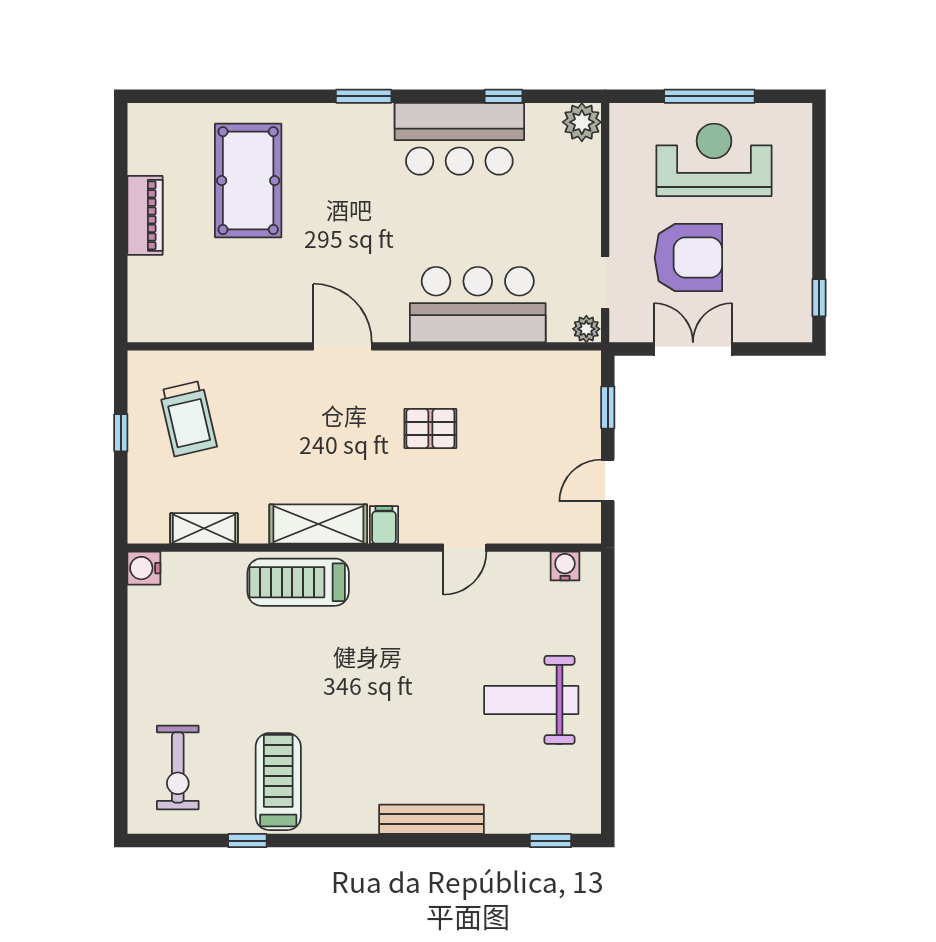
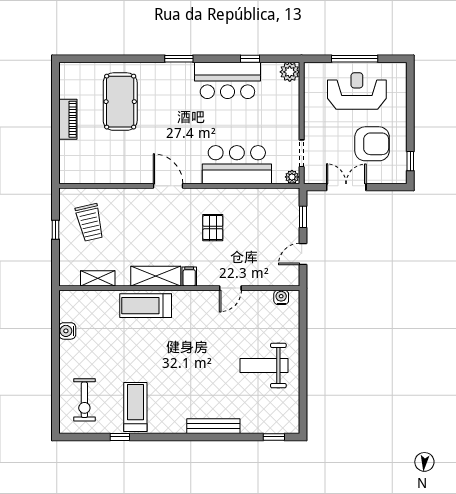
armchair: (688, 258) -> (372, 144), moved
pallet: (430, 429) -> (213, 228), turned 90
water cooler: (144, 568) -> (67, 331), moved

